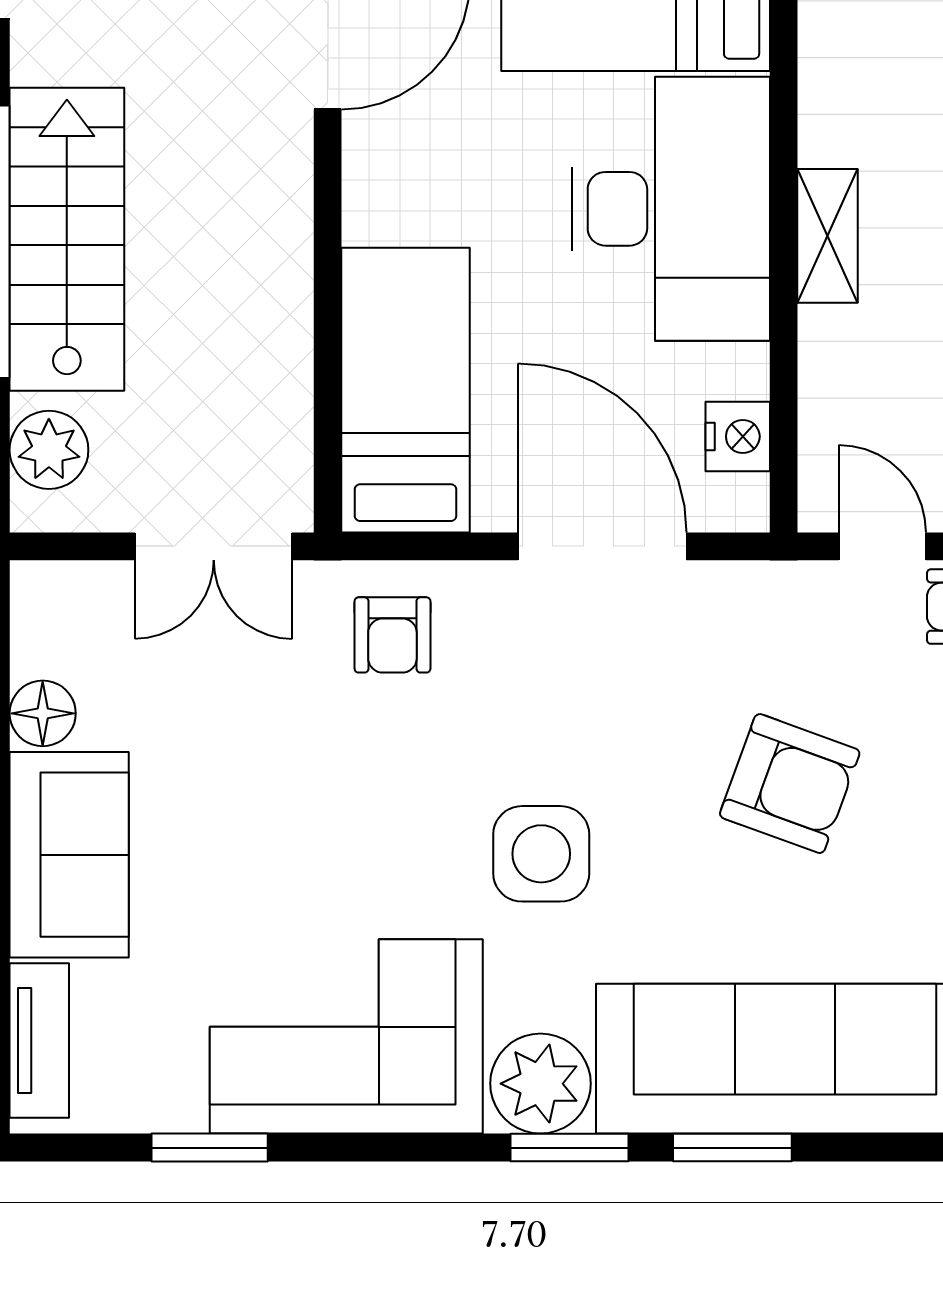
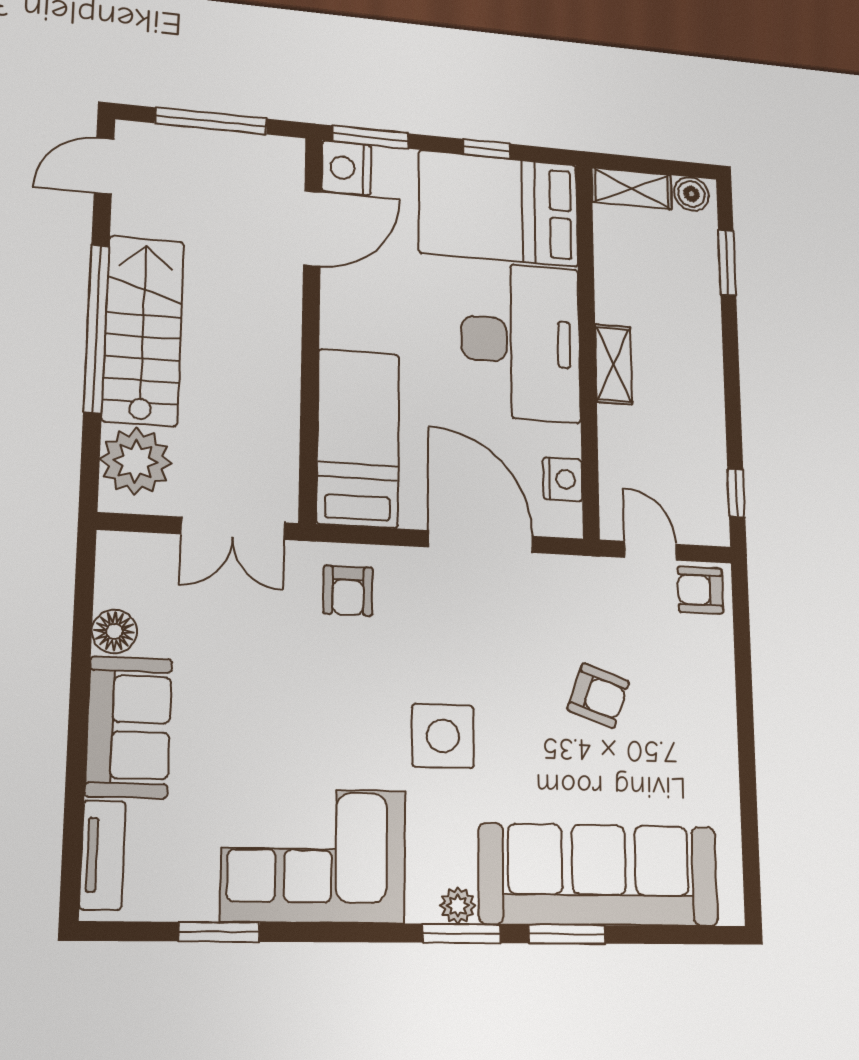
plant: (49, 450) -> (135, 461), width x1.36, depth x1.36
armchair: (790, 784) -> (598, 696), width x0.72, depth x0.72
plant: (540, 1084) -> (458, 906), width x0.53, depth x0.53

